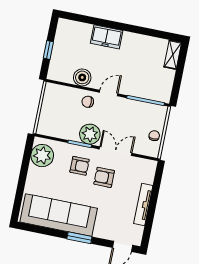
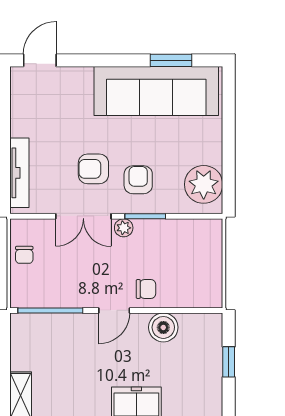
plant: (90, 134) -> (124, 228), width x0.53, depth x0.53
armchair: (80, 166) -> (138, 180), turned 90
armchair: (104, 177) -> (93, 169), turned 180
tv unit: (143, 205) -> (19, 173), moved
window: (79, 238) -> (171, 60), moved

